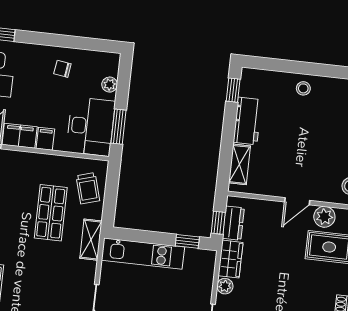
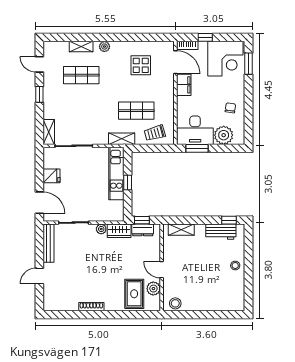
plant: (110, 85) -> (224, 135), width x1.88, depth x1.88
workbench: (247, 121) -> (221, 232), moved
filing cabinet: (45, 139) -> (184, 102), removed
window: (187, 241) -> (128, 183), moved

